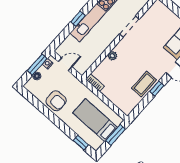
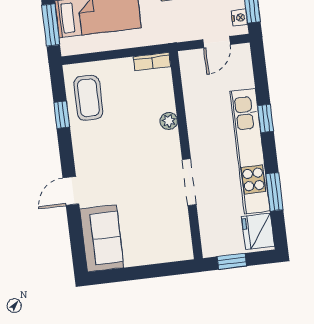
coffee table: (144, 84) -> (88, 98), moved
window: (157, 89) -> (62, 115), moved

